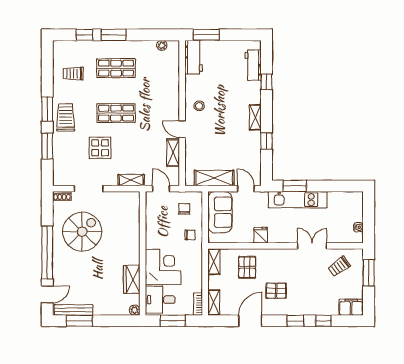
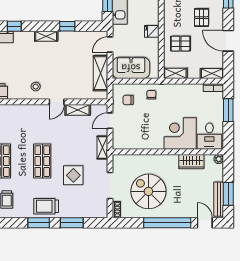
wall: (143, 253) -> (168, 152), moved
corner desk: (163, 267) -> (180, 133), moved
wardrobe: (132, 279) -> (191, 162), moved
desk: (160, 300) -> (209, 136), moved
plant: (135, 310) -> (219, 159), moved

